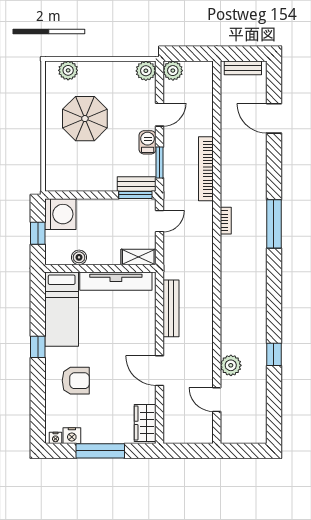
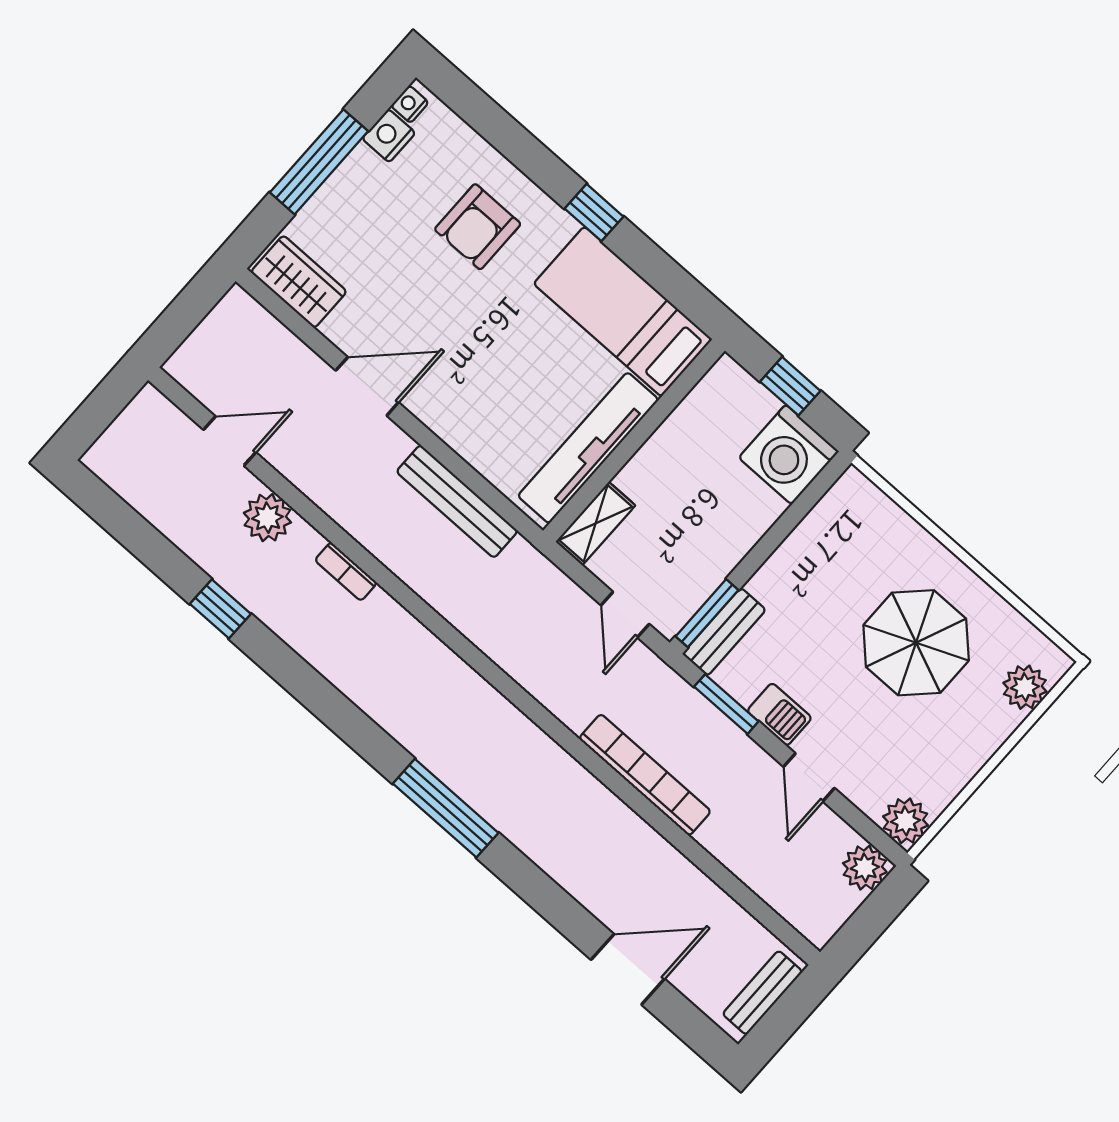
bookcase: (226, 221) -> (346, 571), moved
boiler: (79, 257) -> (686, 421), removed

